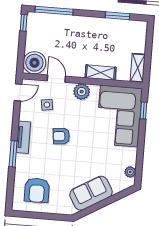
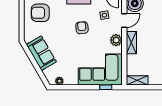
shelving: (100, 73) -> (131, 43), moved

